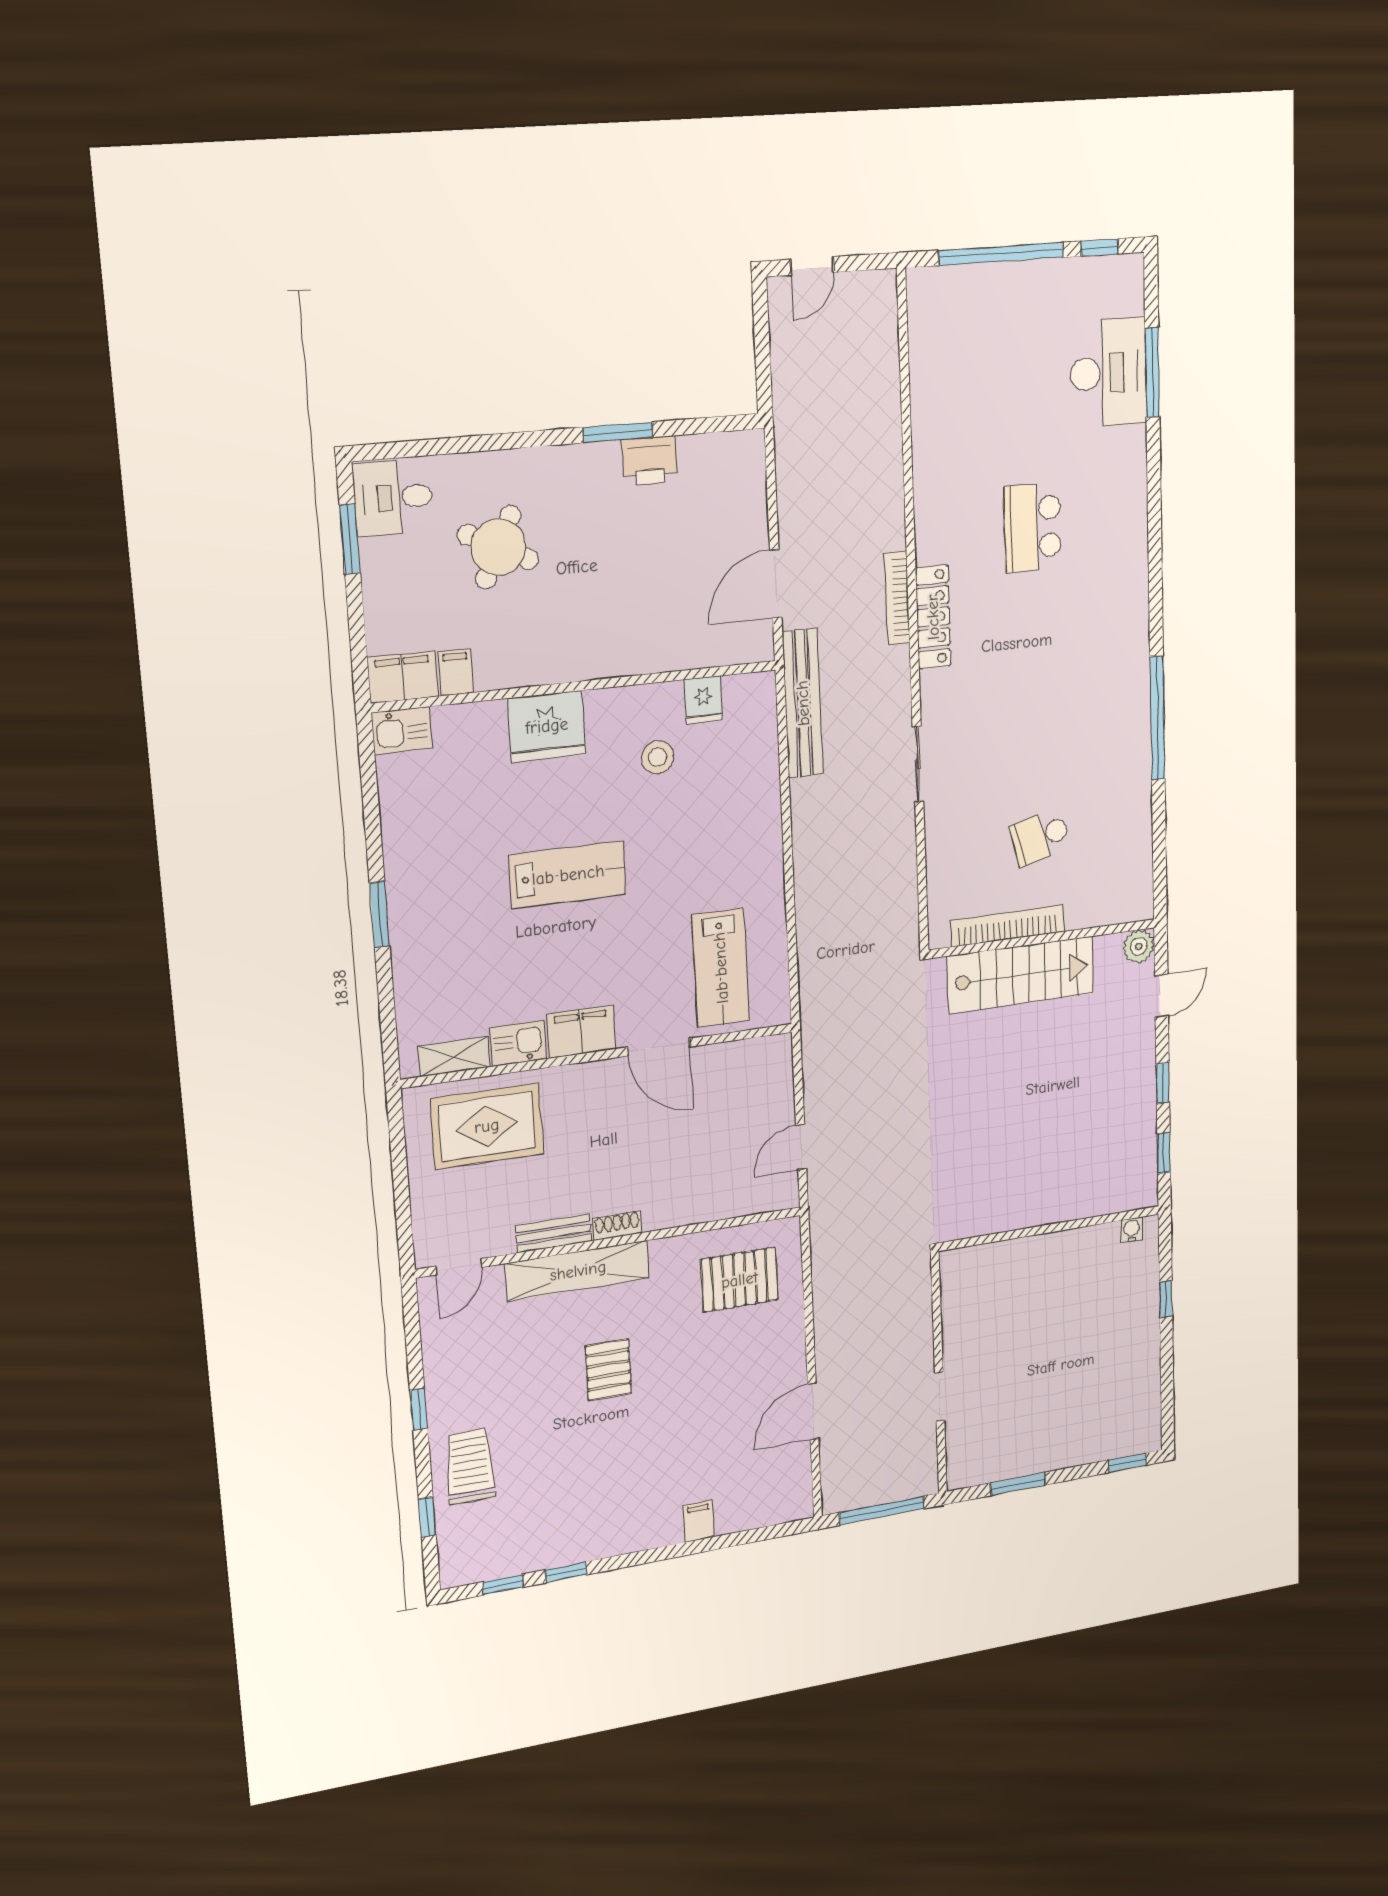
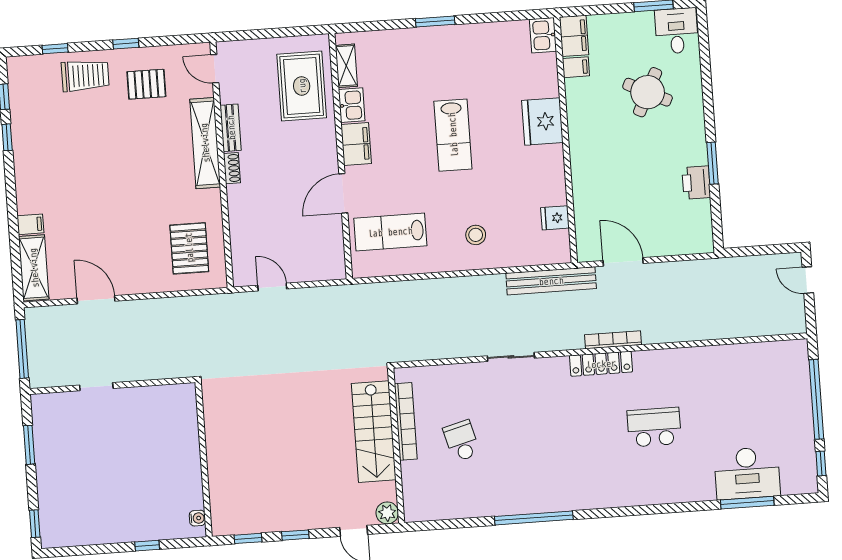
stool: (658, 757) -> (476, 235), moved
pallet: (608, 1370) -> (146, 84), moved
shelving: (764, 1508) -> (34, 268), added

